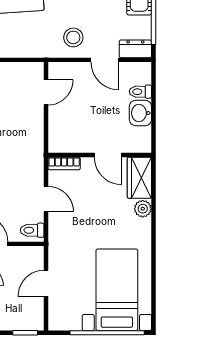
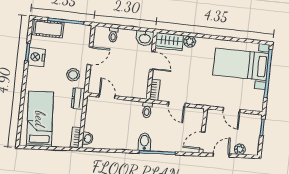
dresser: (135, 49) -> (78, 98), moved
washbasin: (140, 113) -> (145, 38), moved
door: (108, 155) -> (152, 60), hinge flipped
door: (46, 199) -> (177, 104), swing flipped
toilet: (32, 230) -> (147, 110), moved

